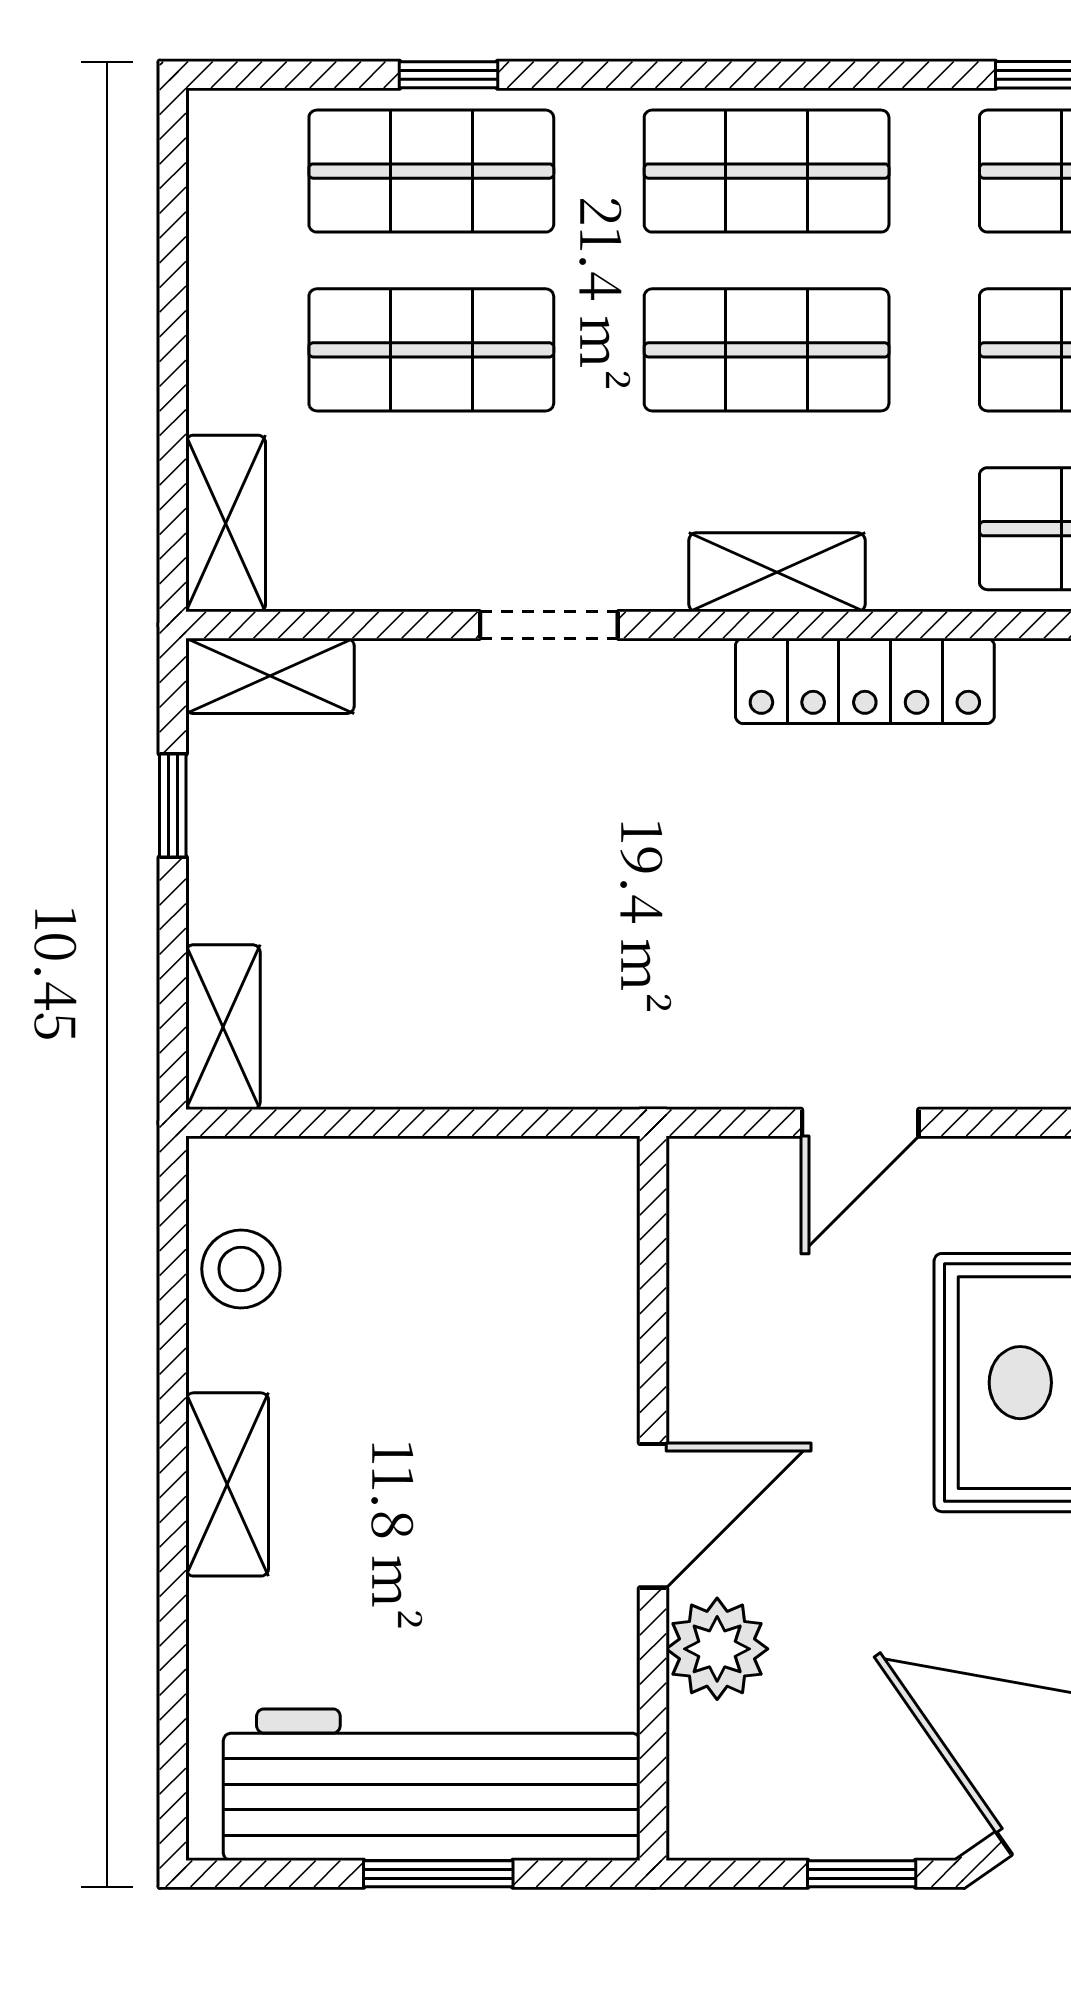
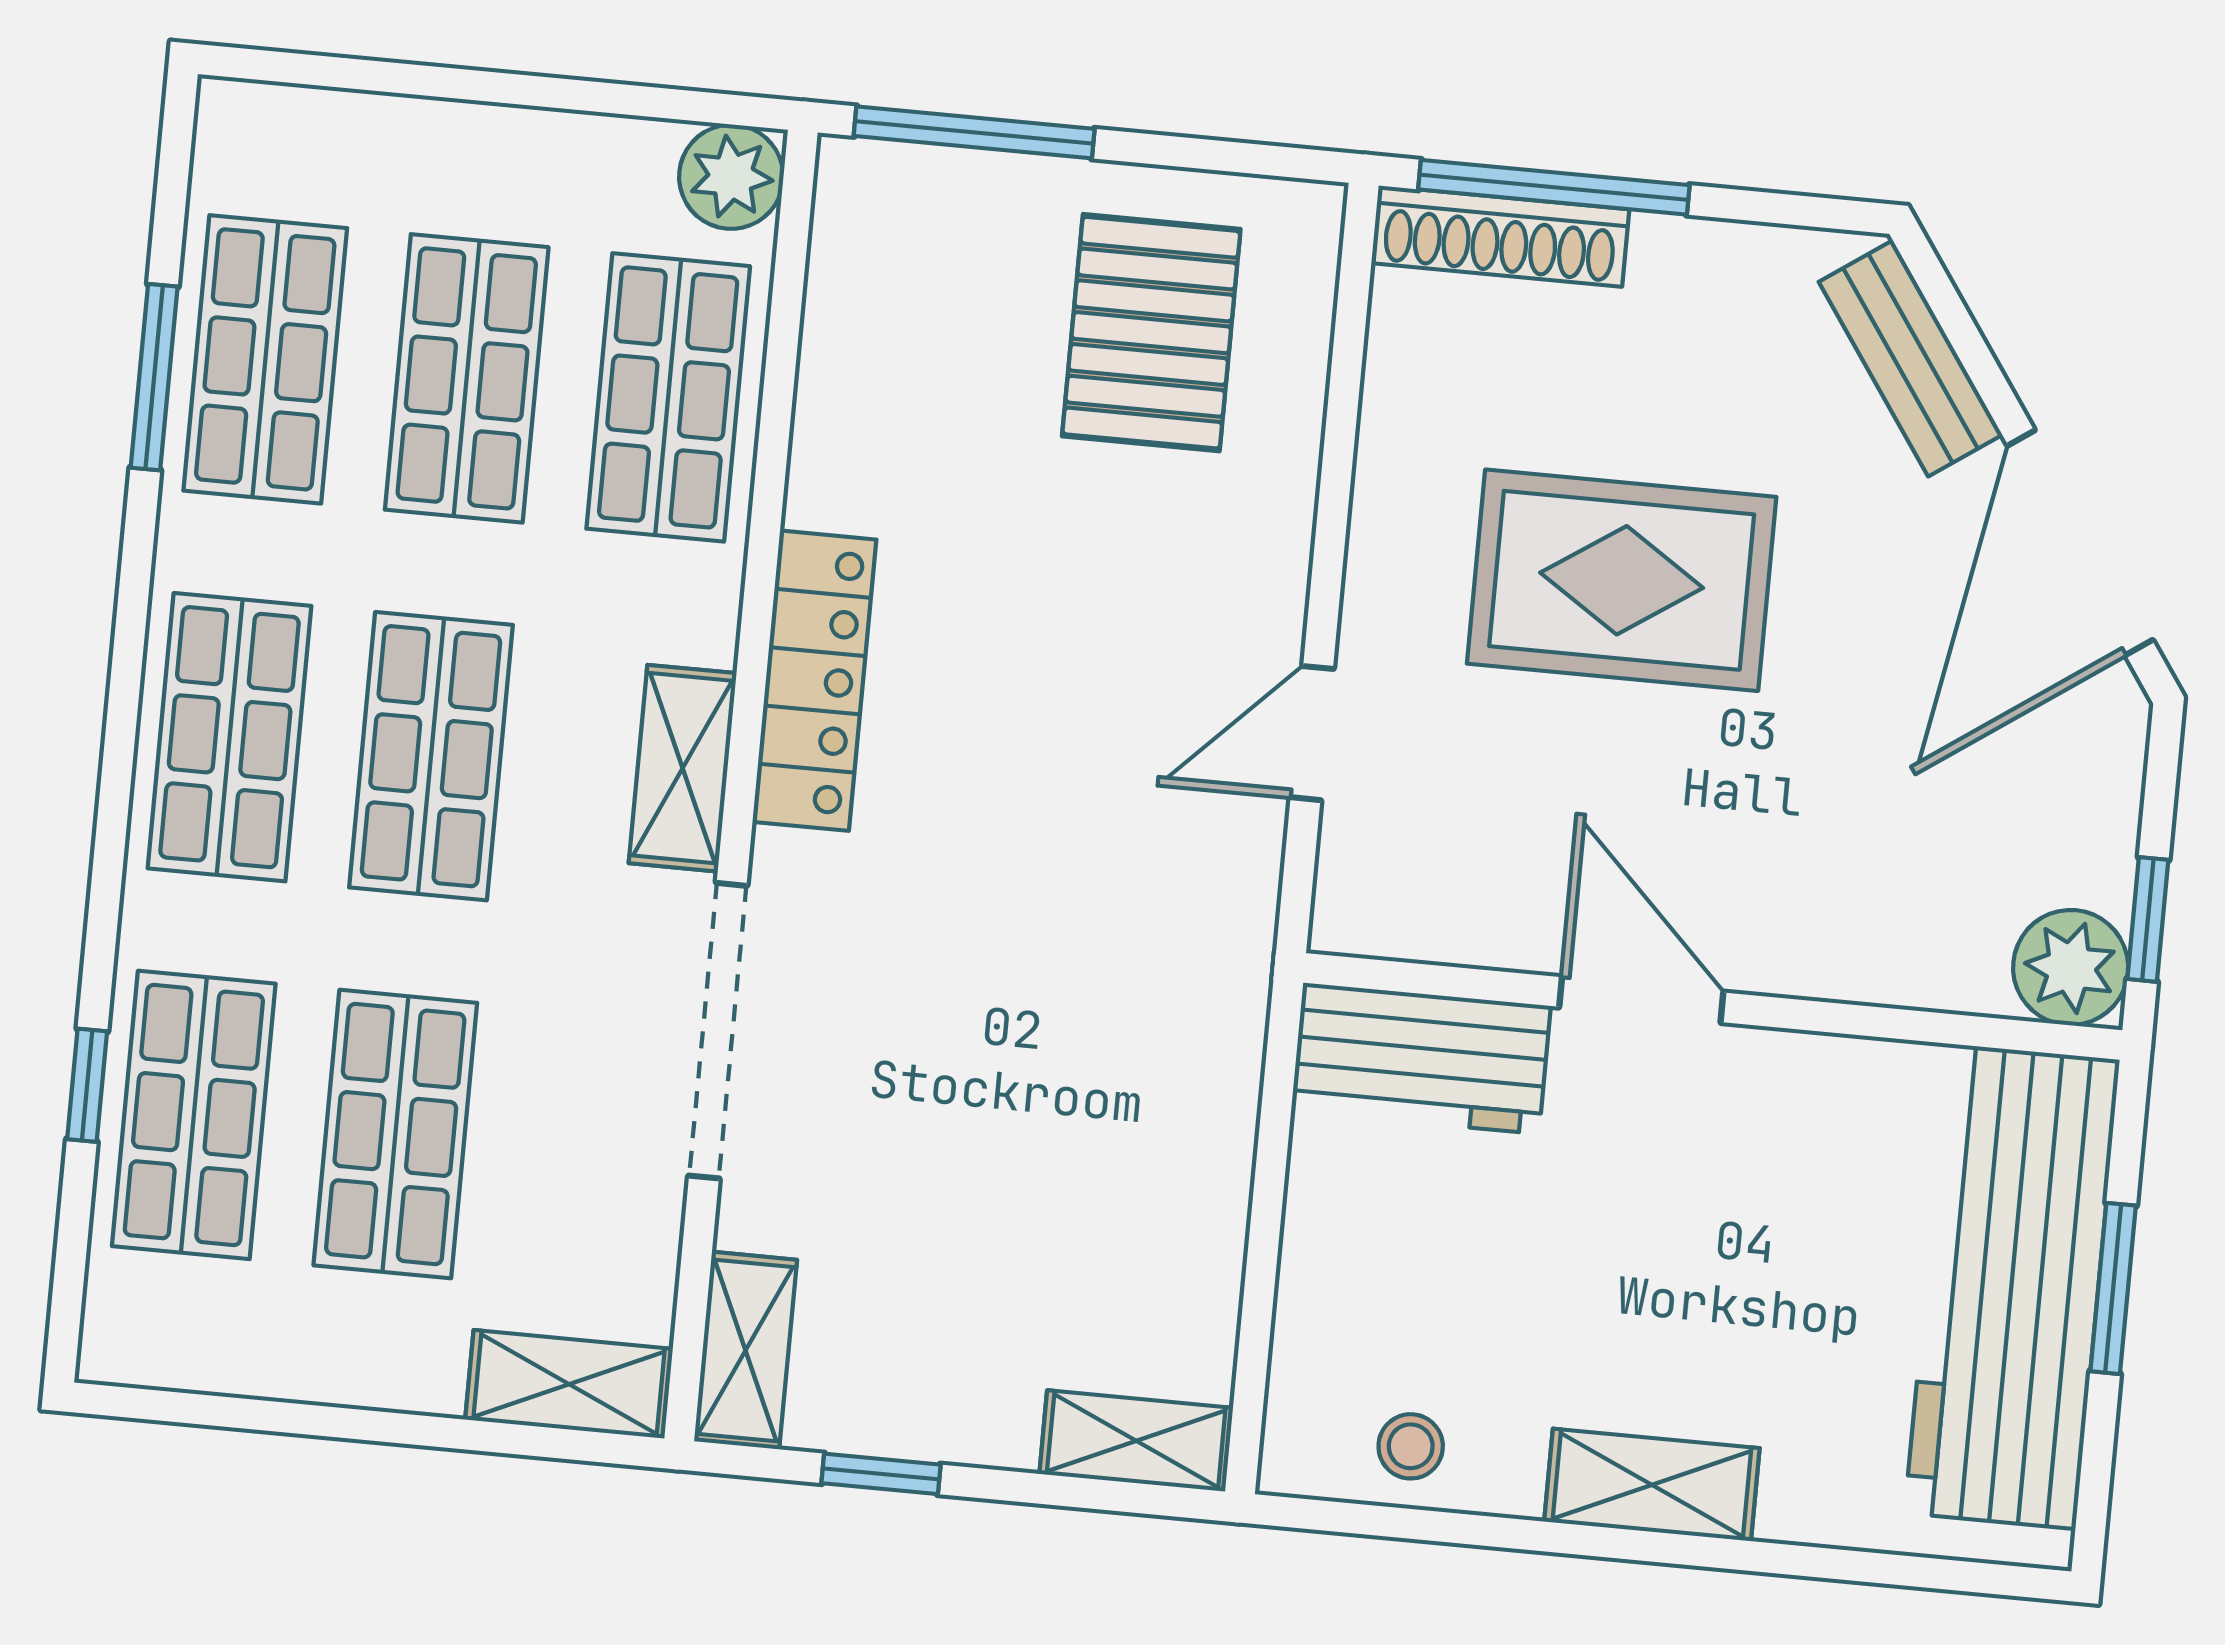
doorway: (549, 625) -> (718, 1031), width x1.88
door: (860, 1123) -> (1312, 733), swing flipped
workbench: (583, 1246) -> (1421, 1058), added
stool: (241, 1269) -> (1411, 1446), width x0.73, depth x0.73
door: (653, 1516) -> (1641, 1000), moved
plant: (717, 1649) -> (2071, 968), moved
window: (862, 1874) -> (2148, 919), moved

